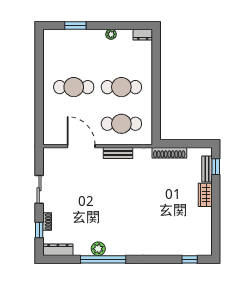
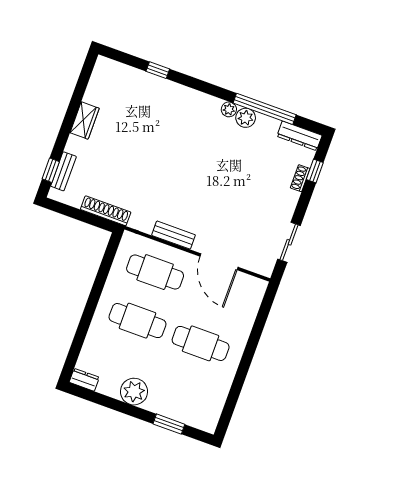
plant: (111, 34) -> (134, 392), width x1.88, depth x1.88
sliding door: (39, 189) -> (289, 242), moved
wardrobe: (205, 195) -> (85, 120), moved
plant: (111, 250) -> (229, 109), added
window: (103, 259) -> (265, 109), moved
window: (190, 259) -> (158, 70), moved

